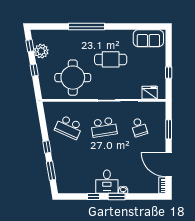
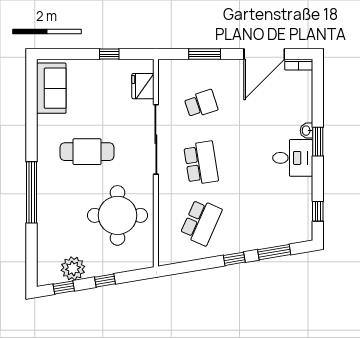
cafe table: (111, 59) -> (87, 152), turned 90
window: (94, 196) -> (318, 211), moved

